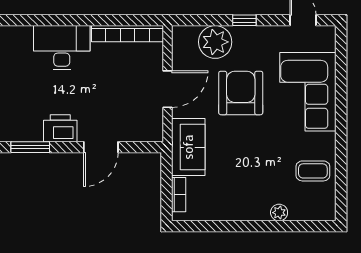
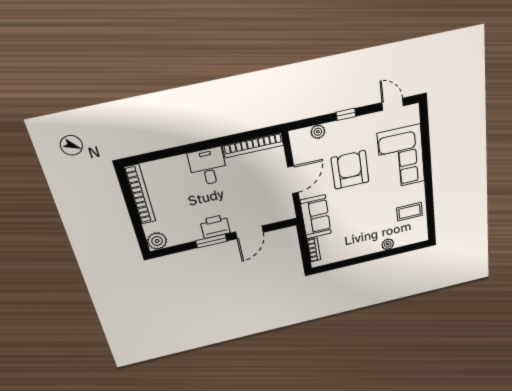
plant: (215, 42) -> (318, 132), width x0.53, depth x0.53
desk: (62, 48) -> (208, 167), width x0.73
window: (30, 147) -> (211, 241), moved

